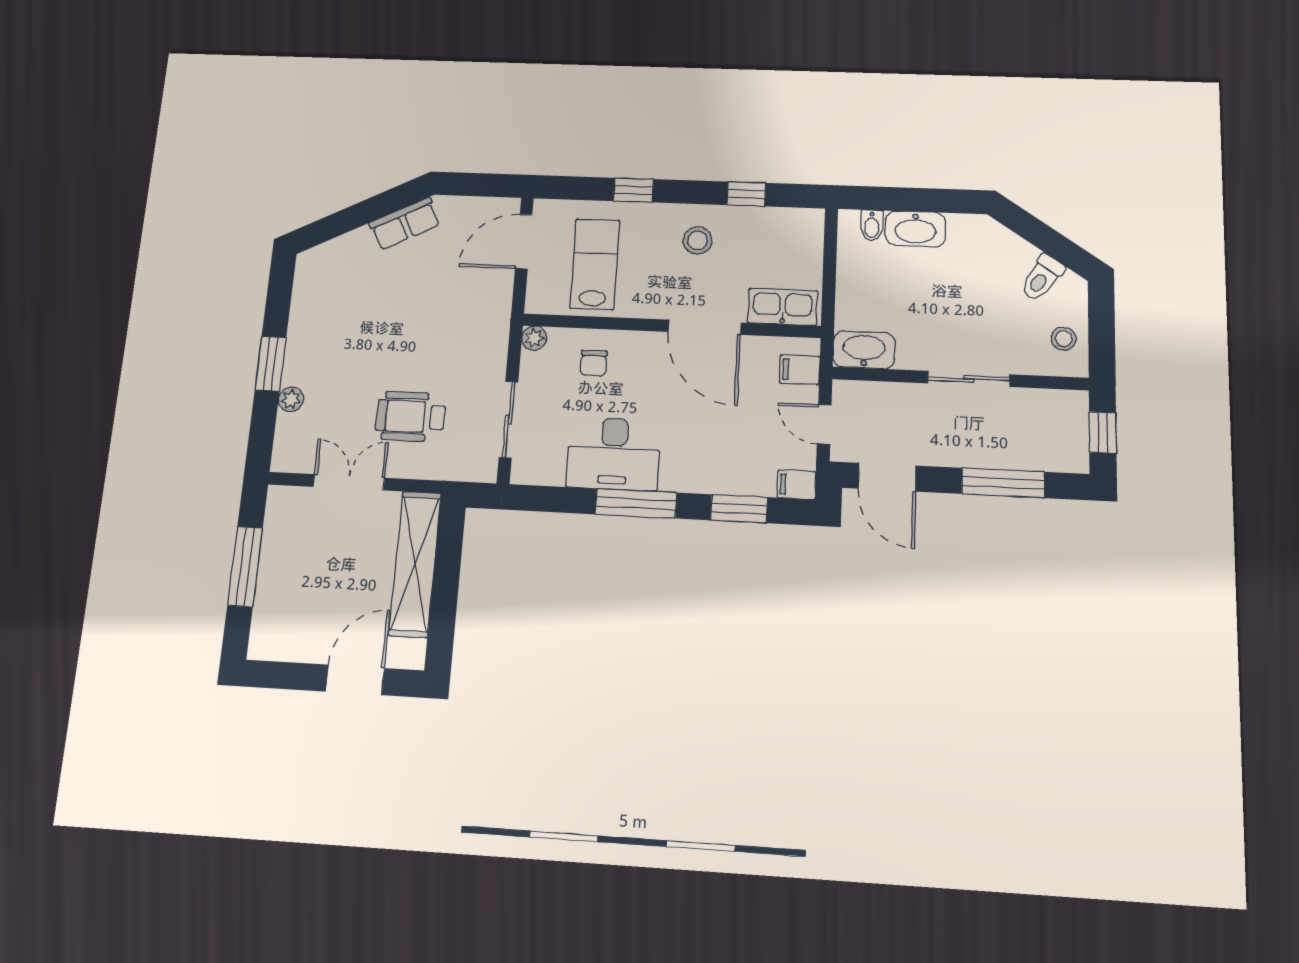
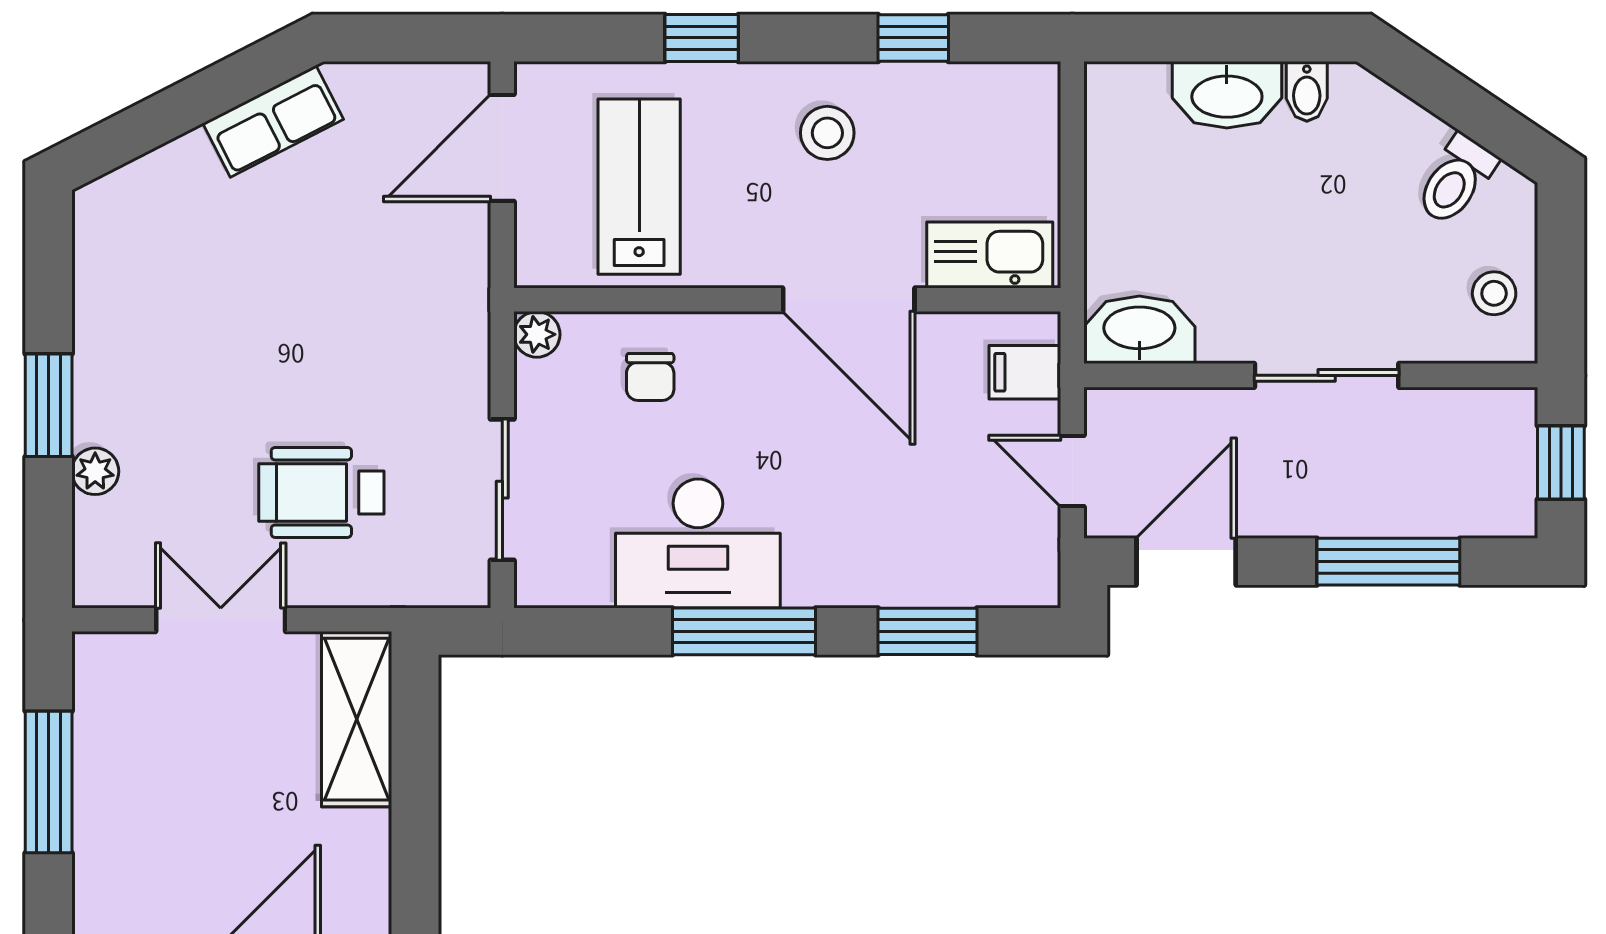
bidet: (872, 226) -> (1307, 91), moved
door: (887, 477) -> (1186, 562), swing flipped
filing cabinet: (796, 485) -> (1027, 583), removed
shelving: (415, 564) -> (357, 719), width x0.68

